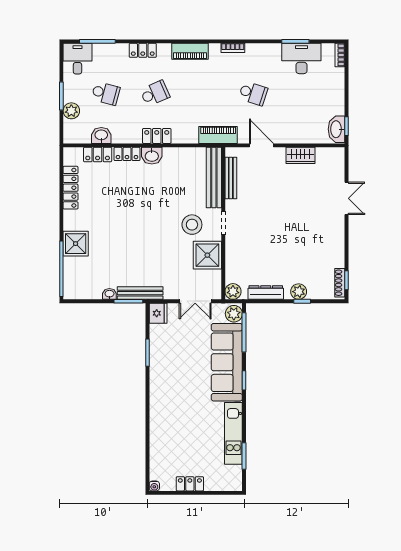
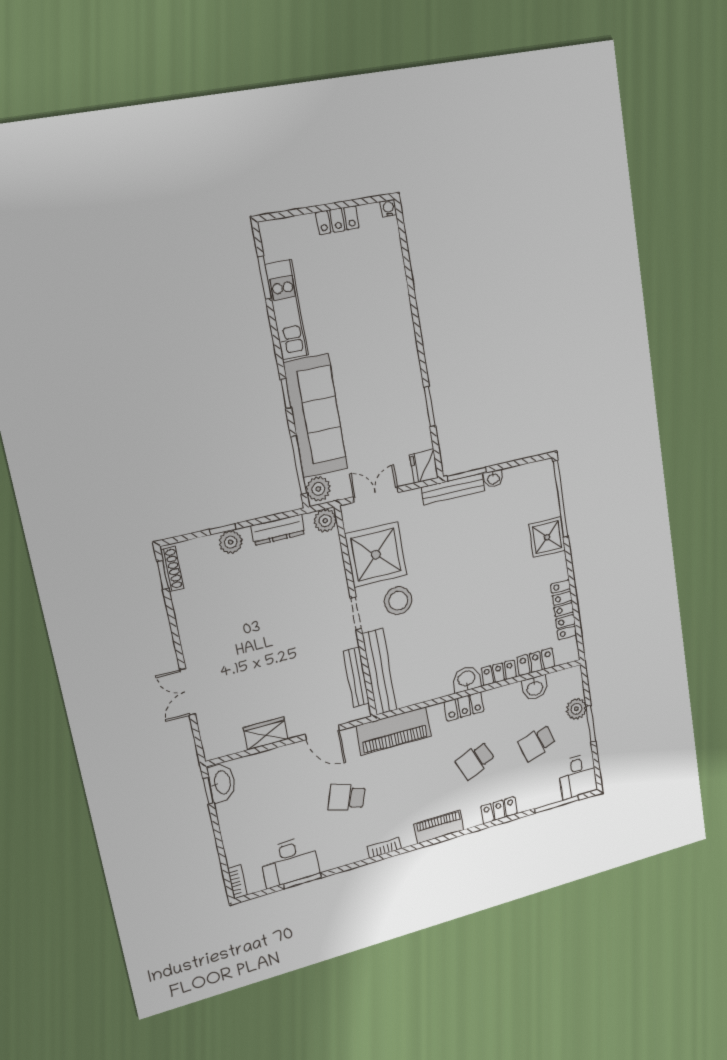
school desk: (106, 93) -> (537, 743), turned -33
piano: (218, 135) -> (394, 731), width x1.37, depth x1.33
shower: (207, 255) -> (376, 555), width x1.37, depth x1.37

